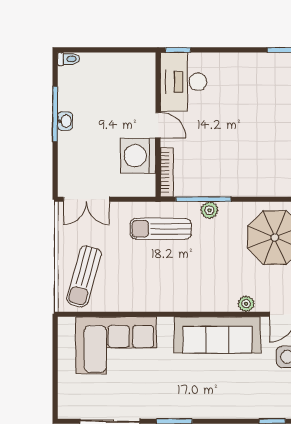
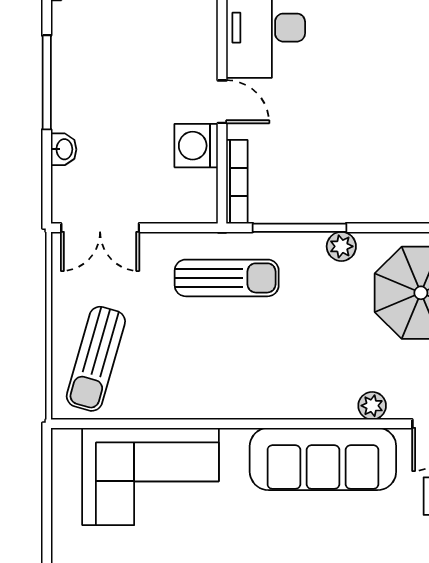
washbasin: (65, 121) -> (64, 149), moved
washing machine: (138, 156) -> (196, 146), width x0.73, depth x0.73
plant: (209, 210) -> (341, 246), moved
sun lounger: (161, 229) -> (227, 278), turned 180

